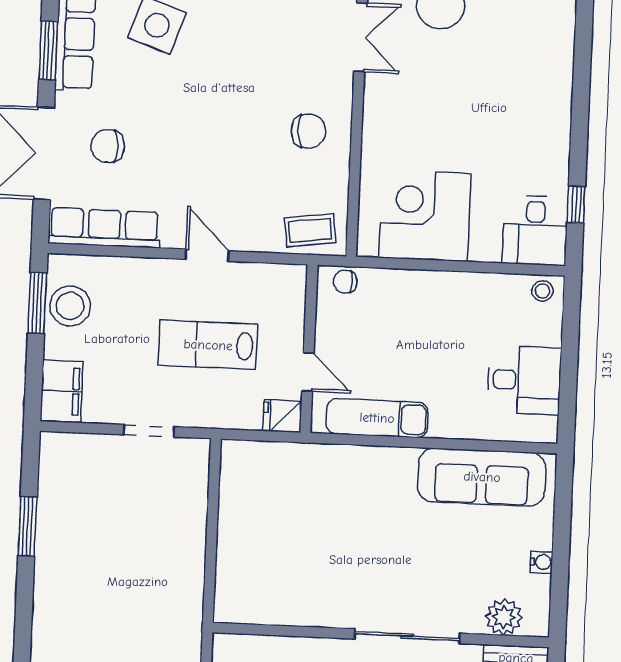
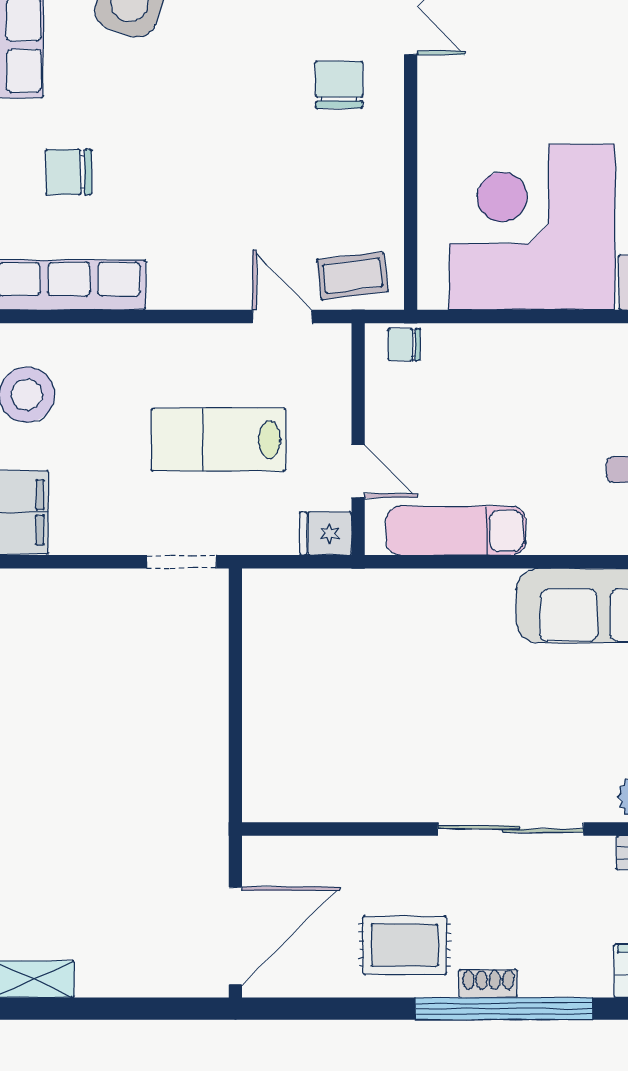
chair: (309, 131) -> (339, 85), moved, turned -87
corner desk: (425, 216) -> (532, 227), width x1.36, depth x1.36
door: (207, 255) -> (282, 316), moved
doorway: (149, 431) -> (181, 562), moved

